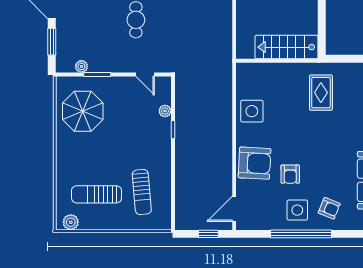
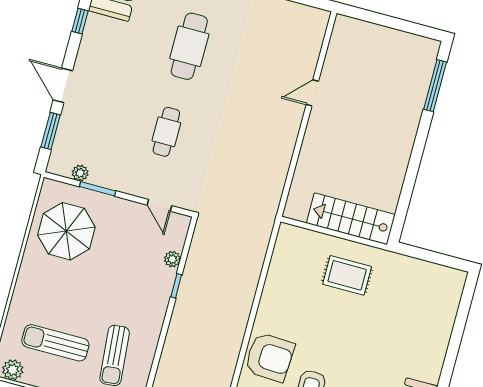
rug: (321, 93) -> (347, 275), moved, turned 90
side table: (252, 111) -> (284, 289), removed

